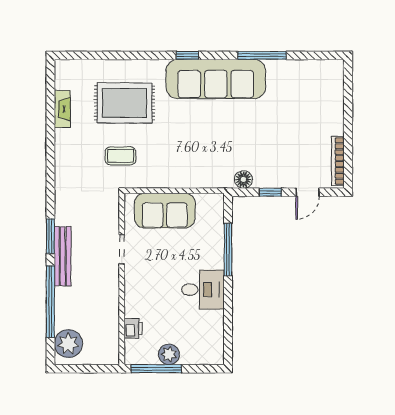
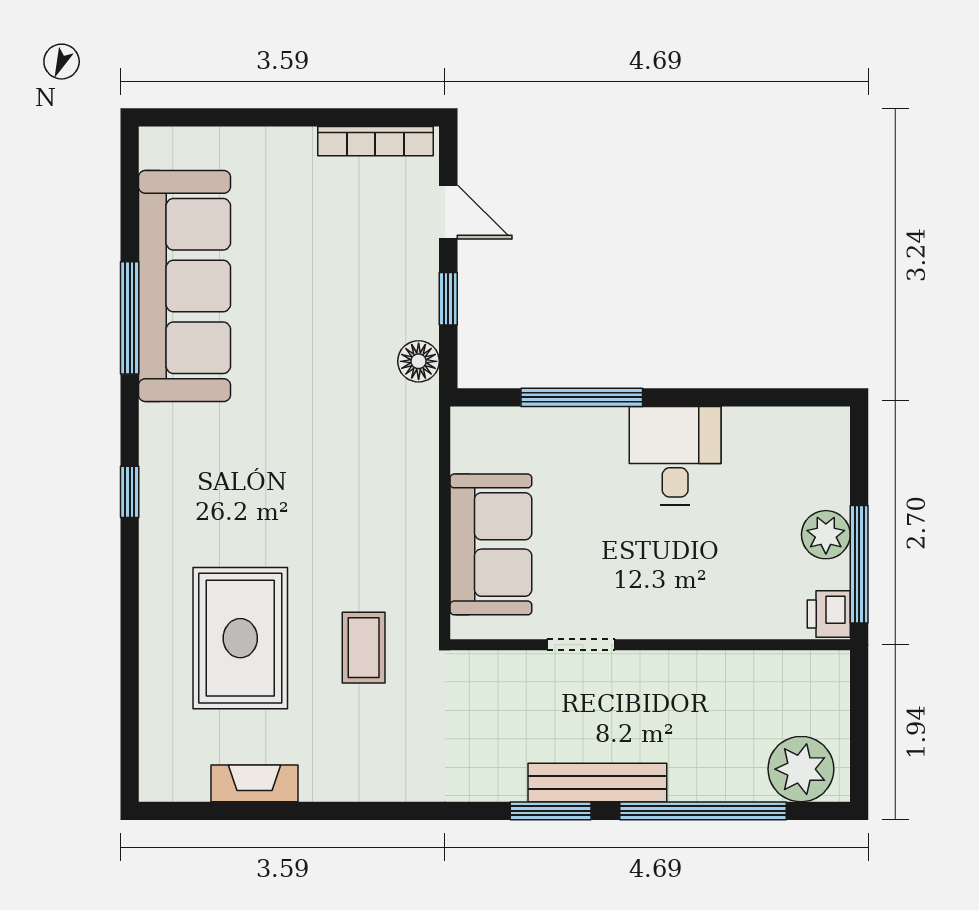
sofa: (216, 79) -> (185, 286), moved
printer: (133, 328) -> (829, 614), moved, turned -90

